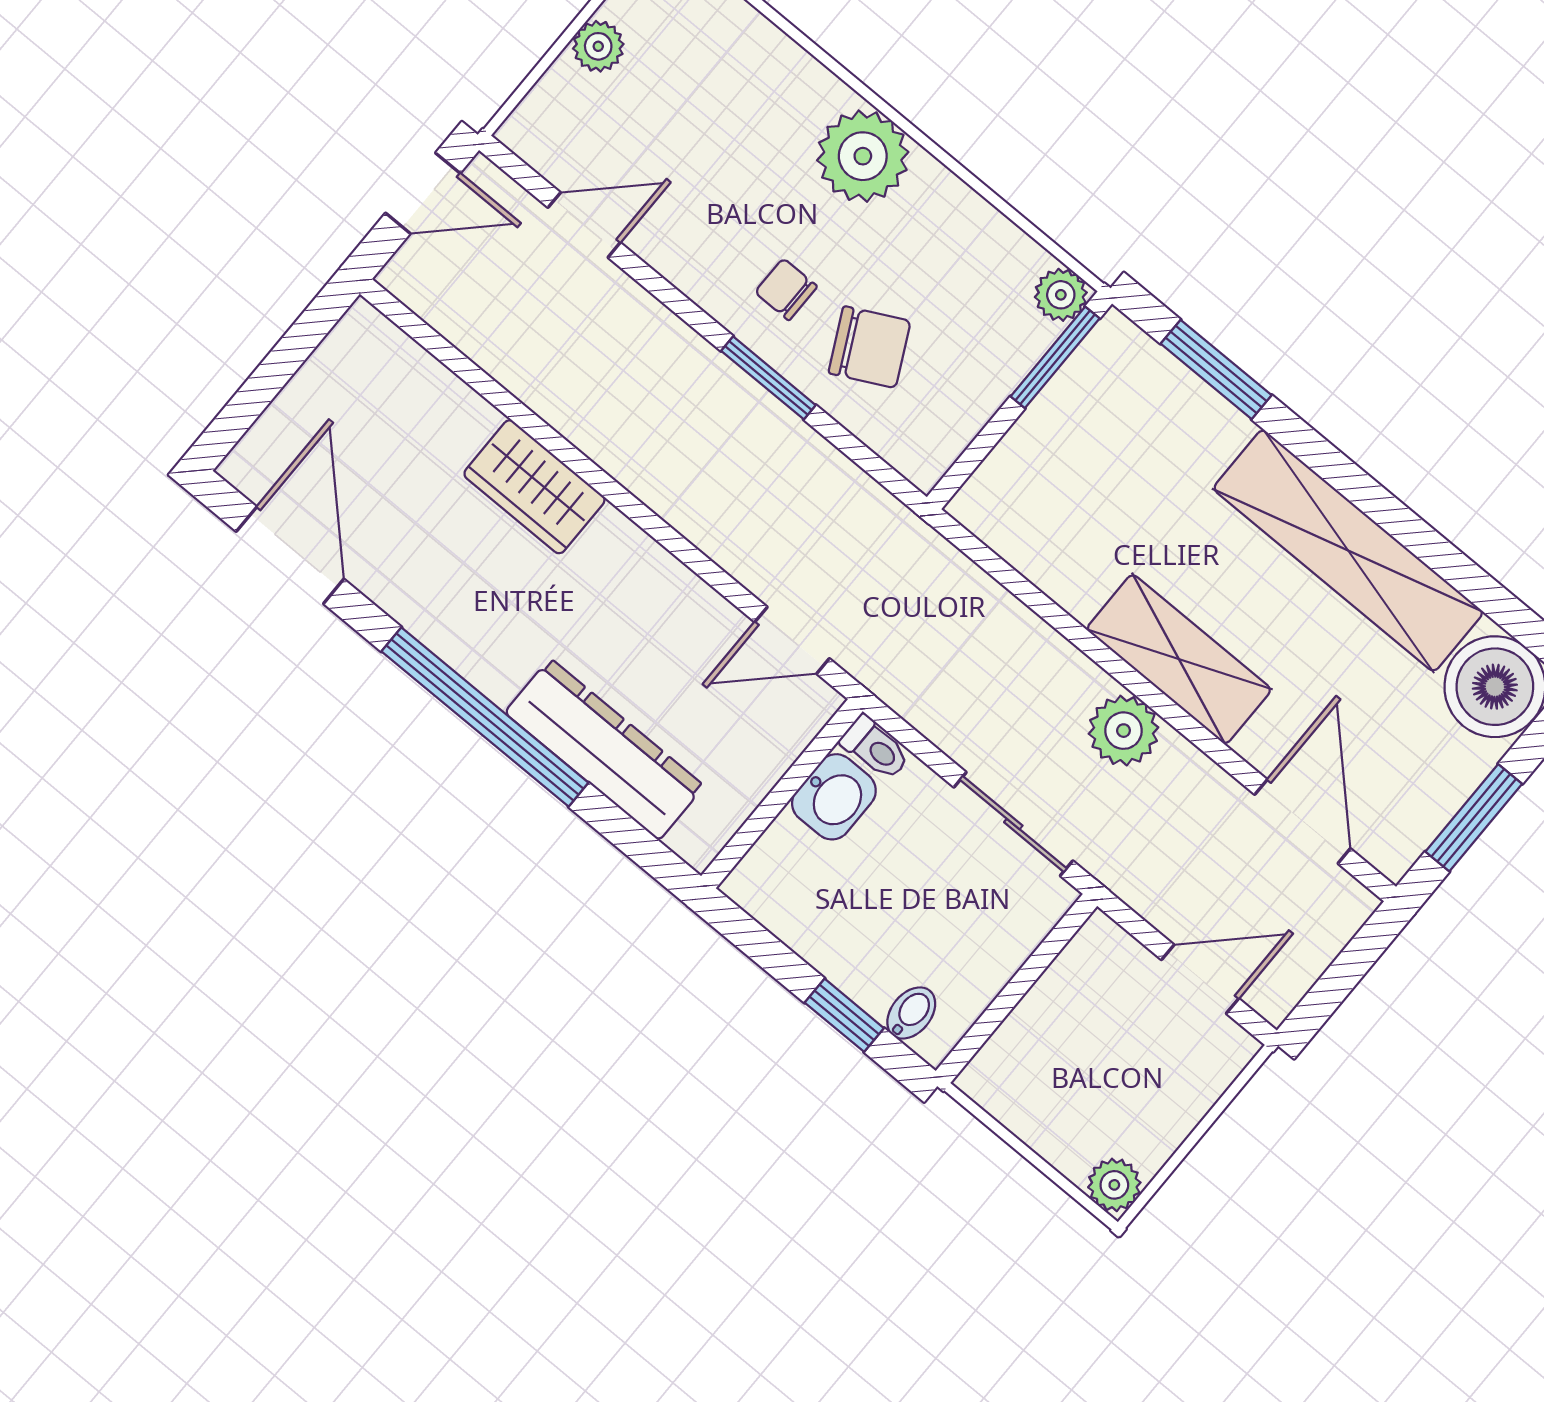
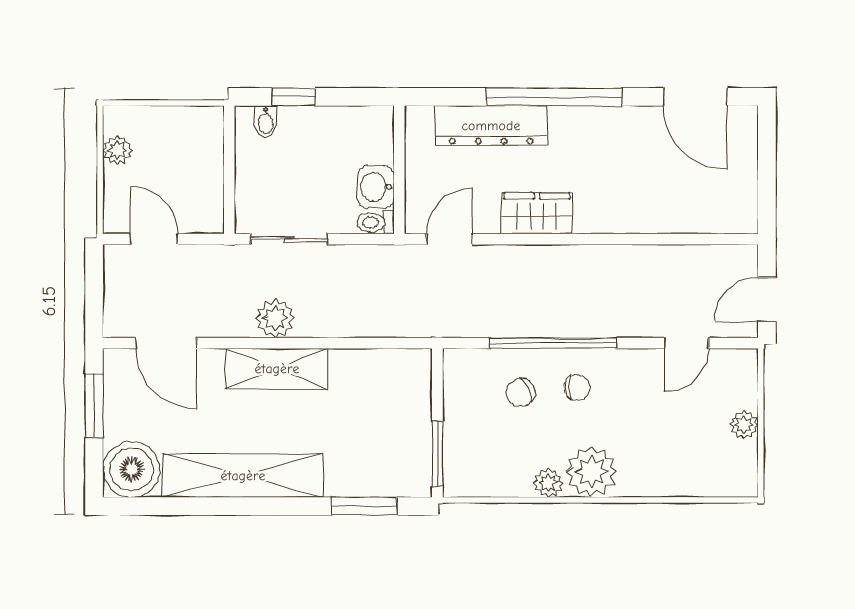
plant: (1061, 295) -> (548, 483), moved
chair: (870, 347) -> (521, 392), width x0.73, depth x0.73
window: (768, 378) -> (553, 343), width x2.11
wardrobe: (534, 487) -> (537, 213), moved
door: (1200, 979) -> (154, 239), swing flipped
plant: (1114, 1185) -> (117, 150), moved

